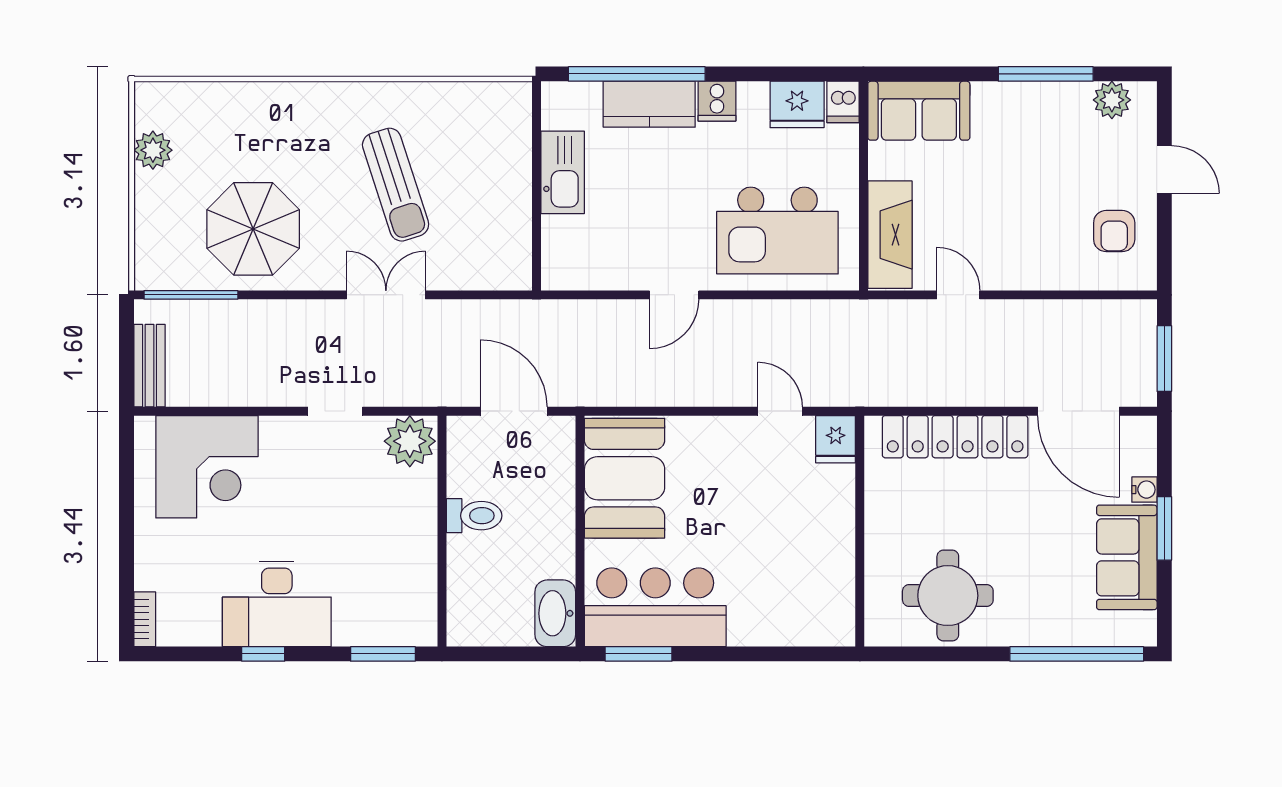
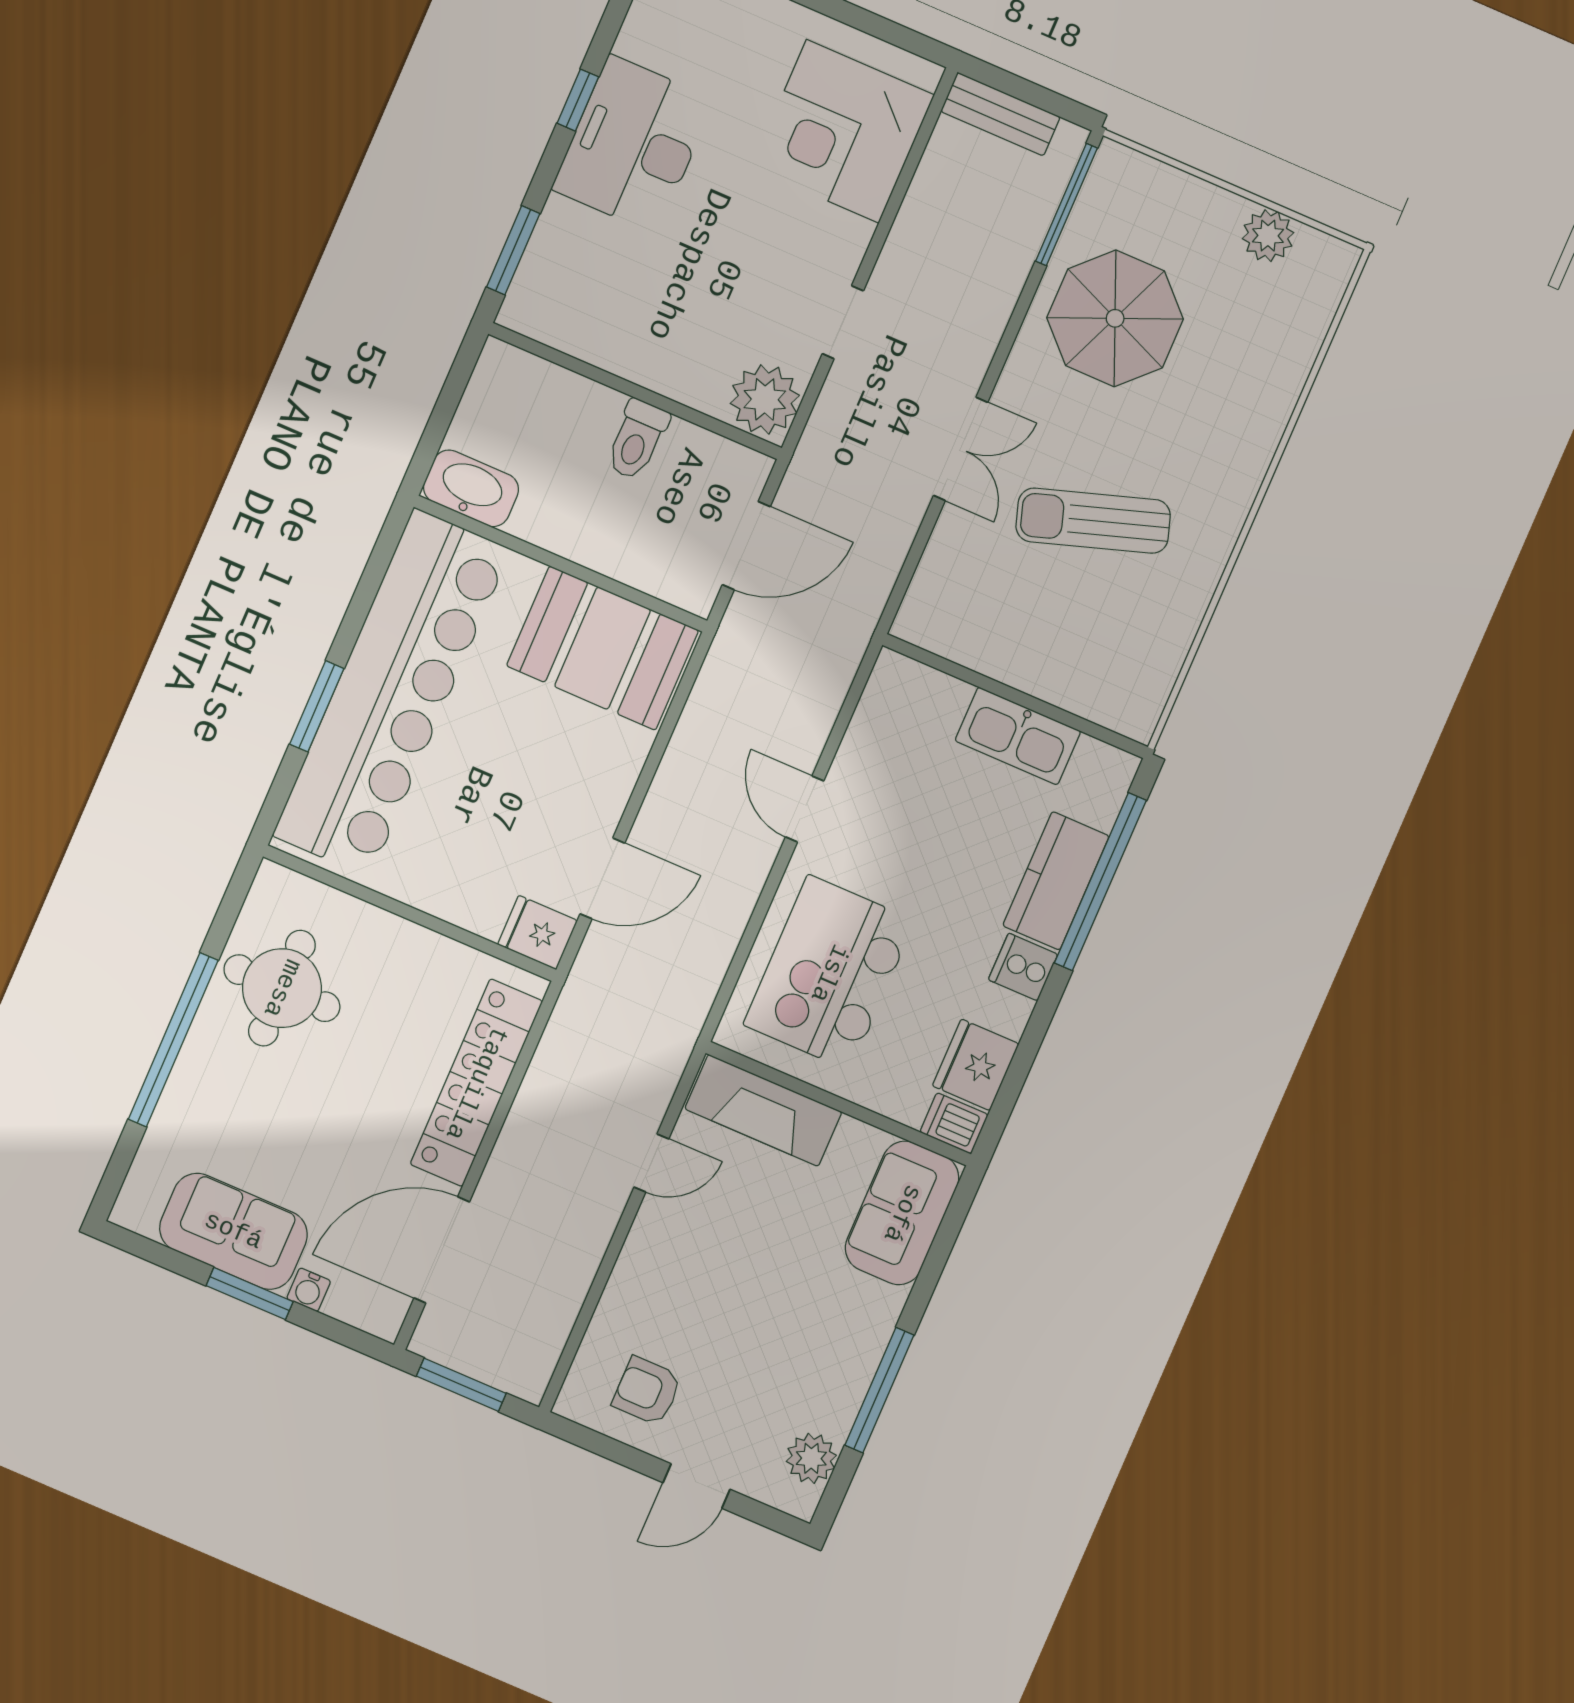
door: (780, 411) -> (602, 878), width x1.38
bar counter: (655, 607) -> (392, 693), width x1.86
window: (639, 654) -> (317, 706), moved
window: (1077, 654) -> (173, 1040), moved

